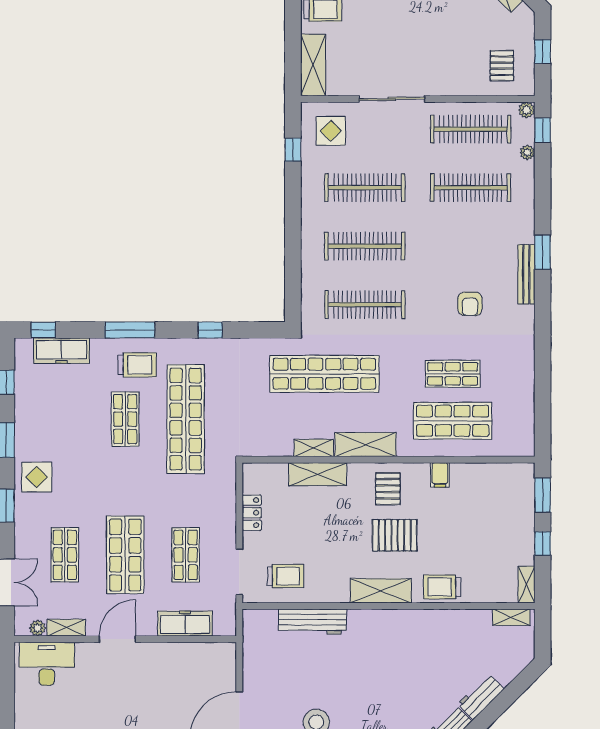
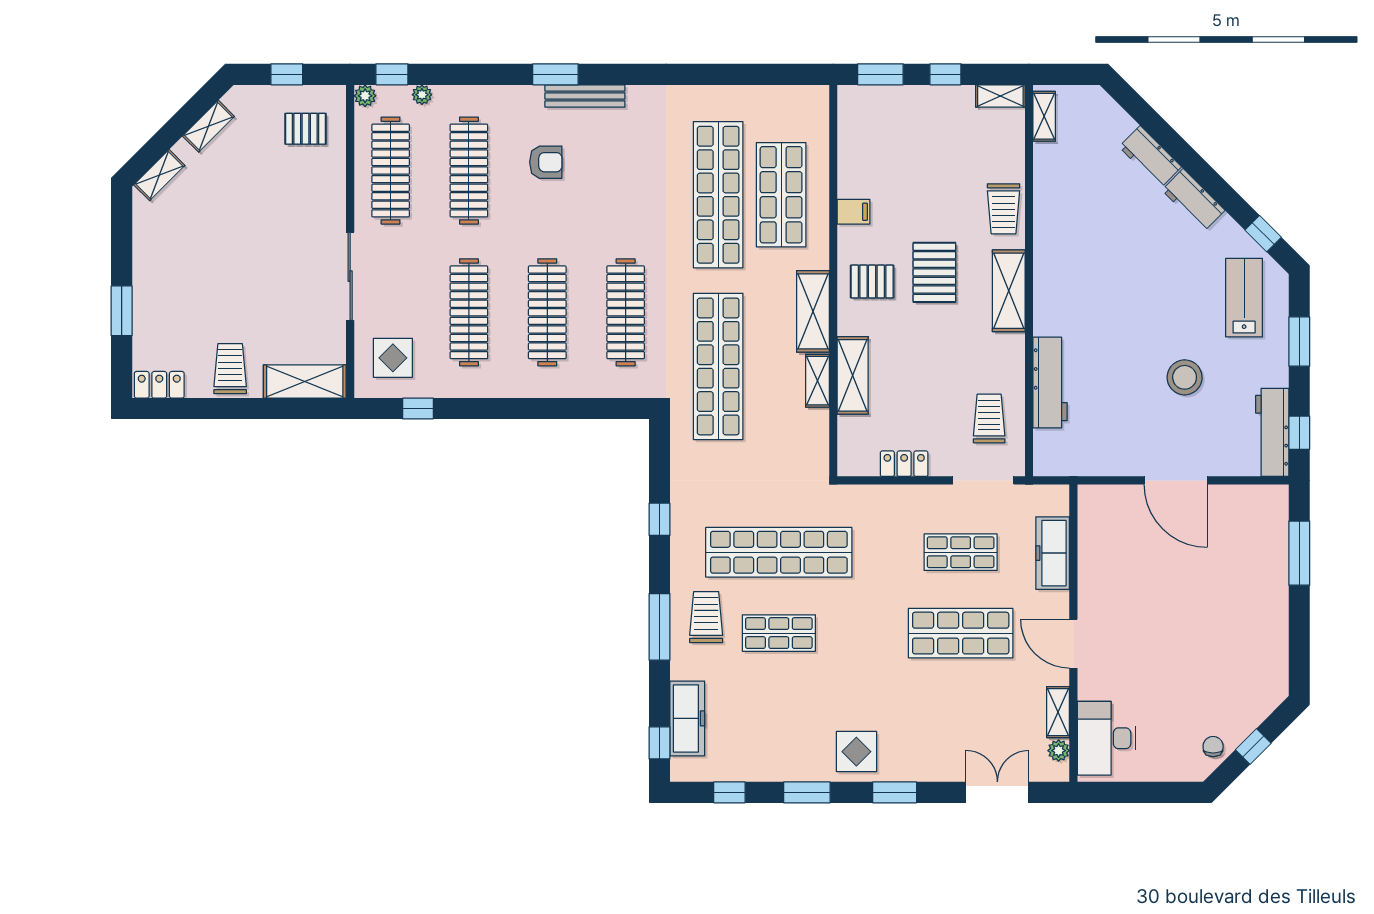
armchair: (470, 304) -> (546, 162), moved
shop shelf: (453, 374) -> (718, 195), width x2.00, depth x1.36
shop shelf: (65, 555) -> (961, 714), removed

